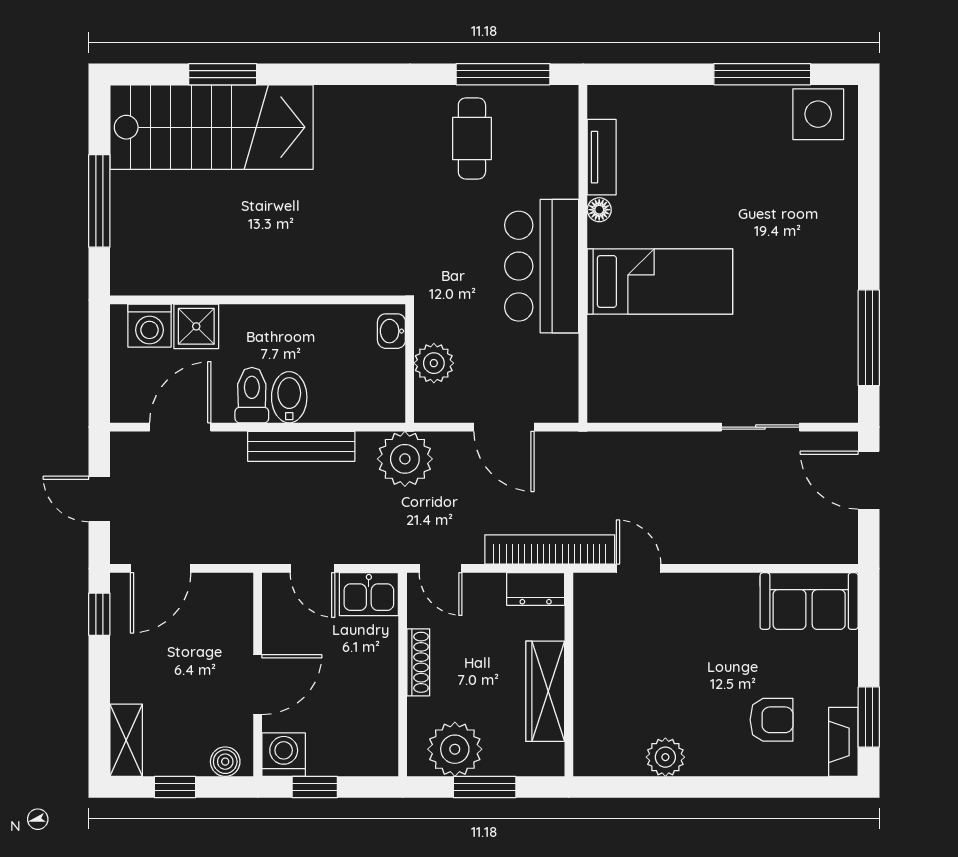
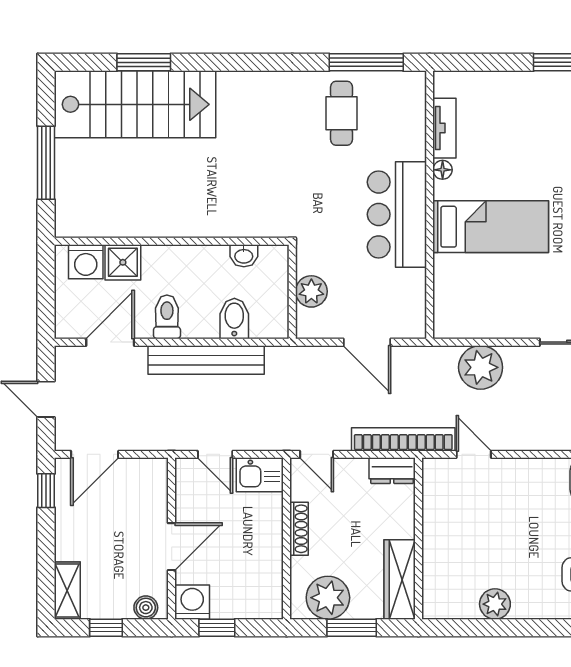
washbasin: (391, 331) -> (244, 256), moved, turned -90
bidet: (289, 397) -> (234, 318), moved
bench: (301, 446) -> (206, 360), width x1.37, depth x1.21
plant: (405, 459) -> (481, 367), moved
wardrobe: (545, 691) -> (400, 579), moved

